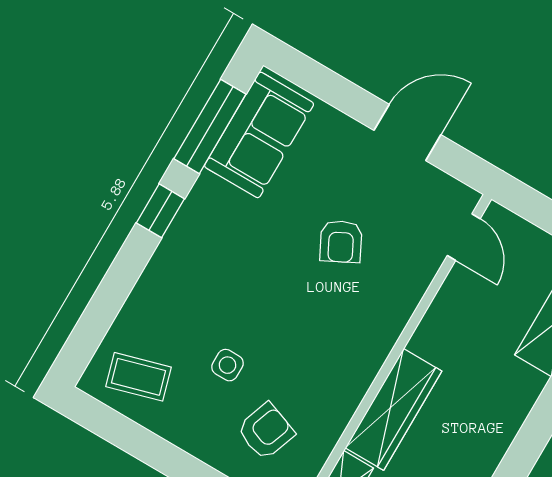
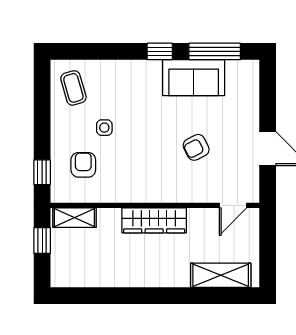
sofa: (259, 135) -> (194, 78), moved
wardrobe: (394, 409) -> (154, 220), moved
armchair: (266, 431) -> (83, 165), turned -110

